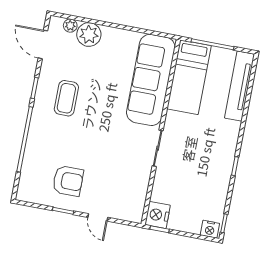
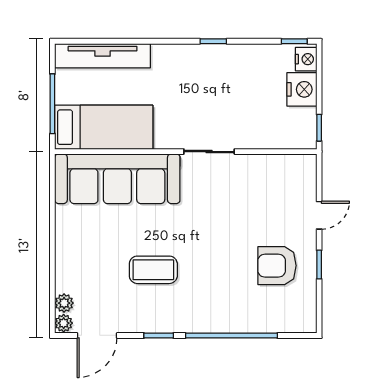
plant: (89, 34) -> (64, 323), moved, width x0.53, depth x0.53
coffee table: (66, 98) -> (153, 270), moved
armchair: (68, 181) -> (277, 266), turned -90
nightstand: (158, 215) -> (302, 89), moved, turned -90

